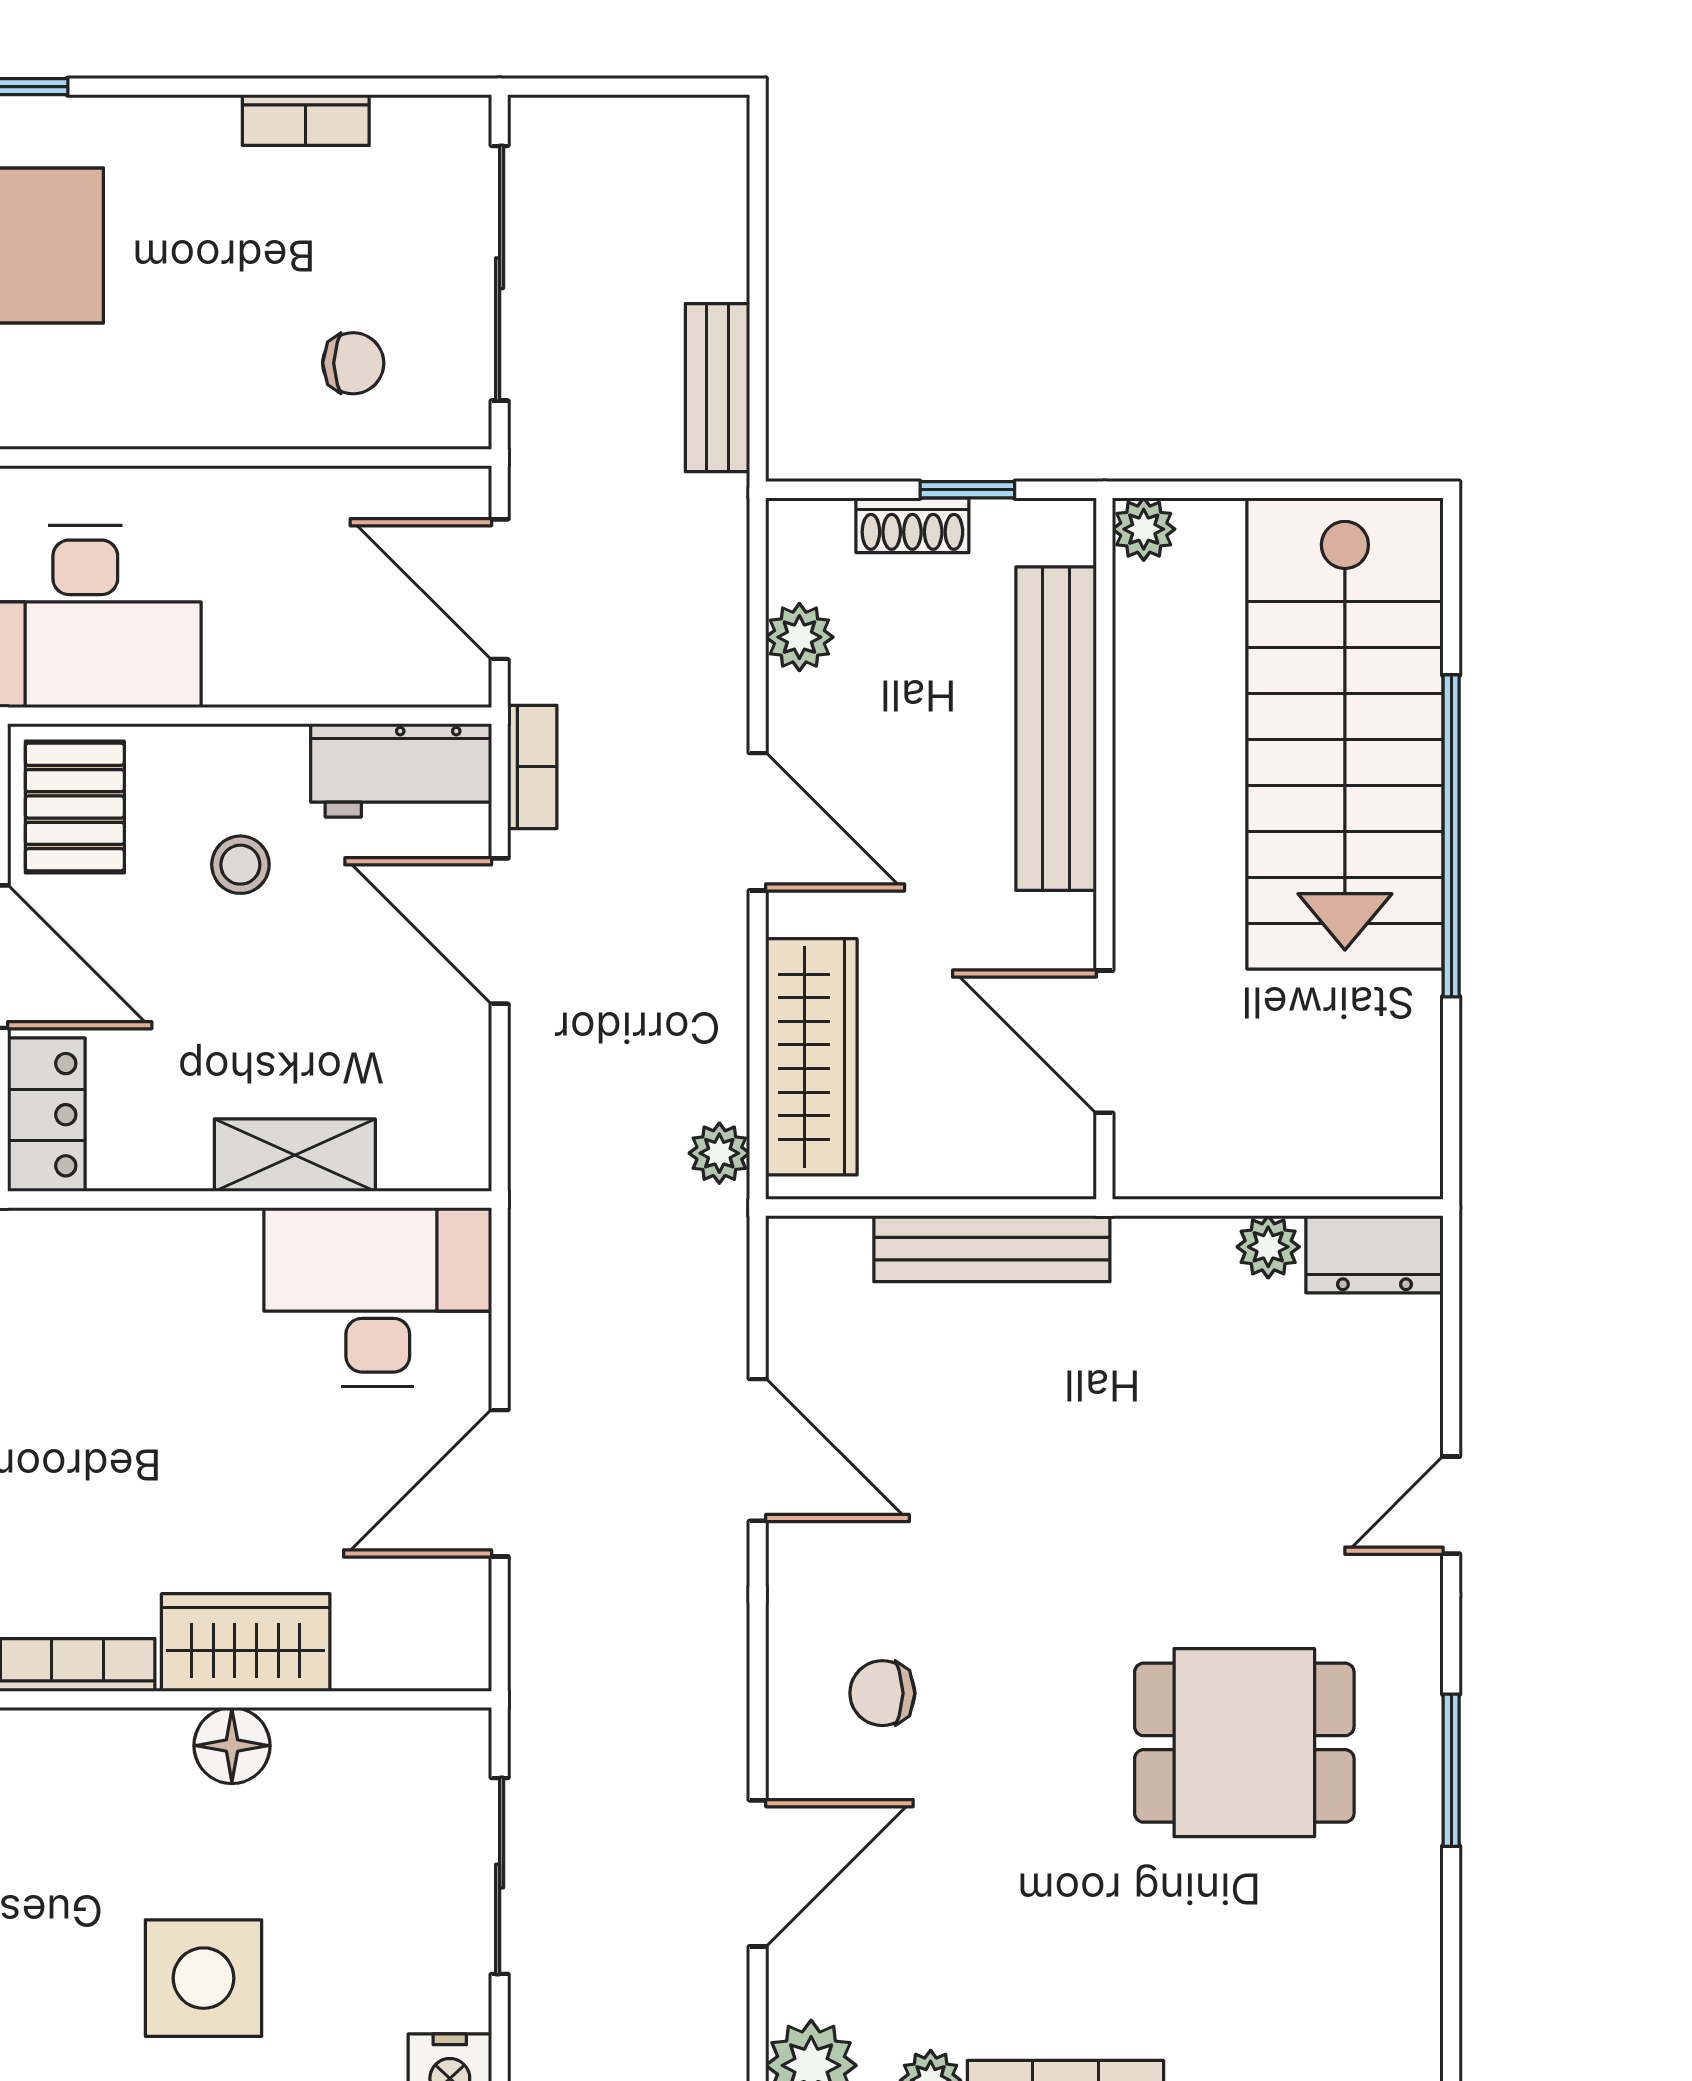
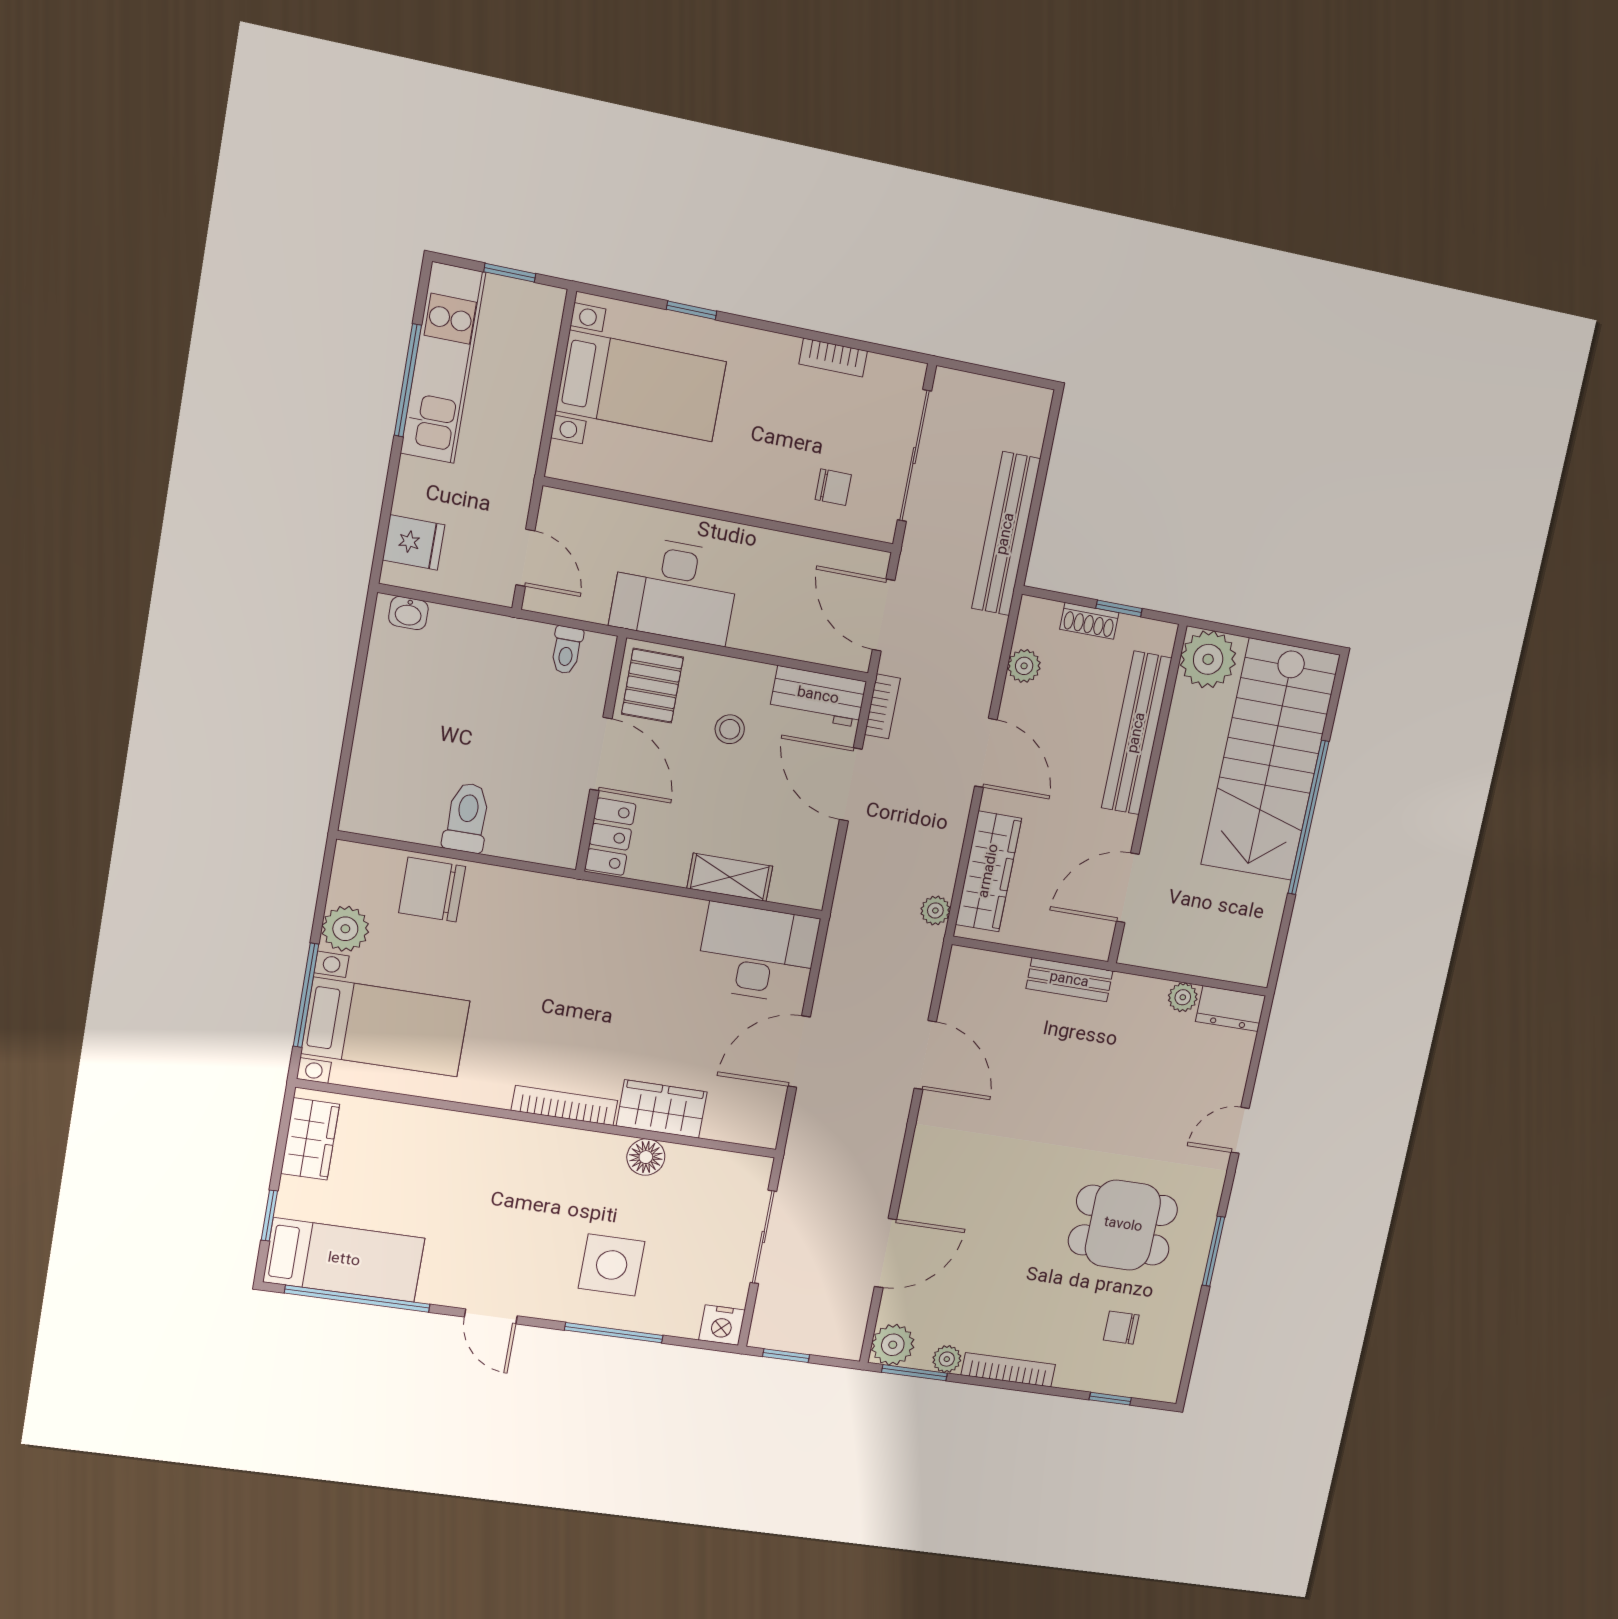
bench: (717, 388) -> (1006, 534), width x1.86, depth x1.21
plant: (1144, 529) -> (1208, 659), width x1.88, depth x1.88
door: (1104, 1042) -> (1128, 888), hinge flipped
bench: (992, 1249) -> (1069, 980), width x0.73
chair: (882, 1693) -> (1121, 1328), moved

